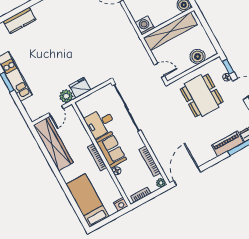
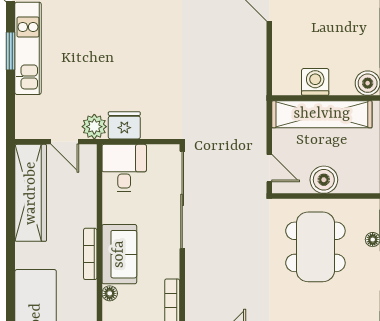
washing machine: (145, 25) -> (315, 82), moved
boiler: (198, 56) -> (324, 180), moved
door: (56, 111) -> (65, 142), hinge flipped
desk: (100, 123) -> (124, 168), moved, turned 90

